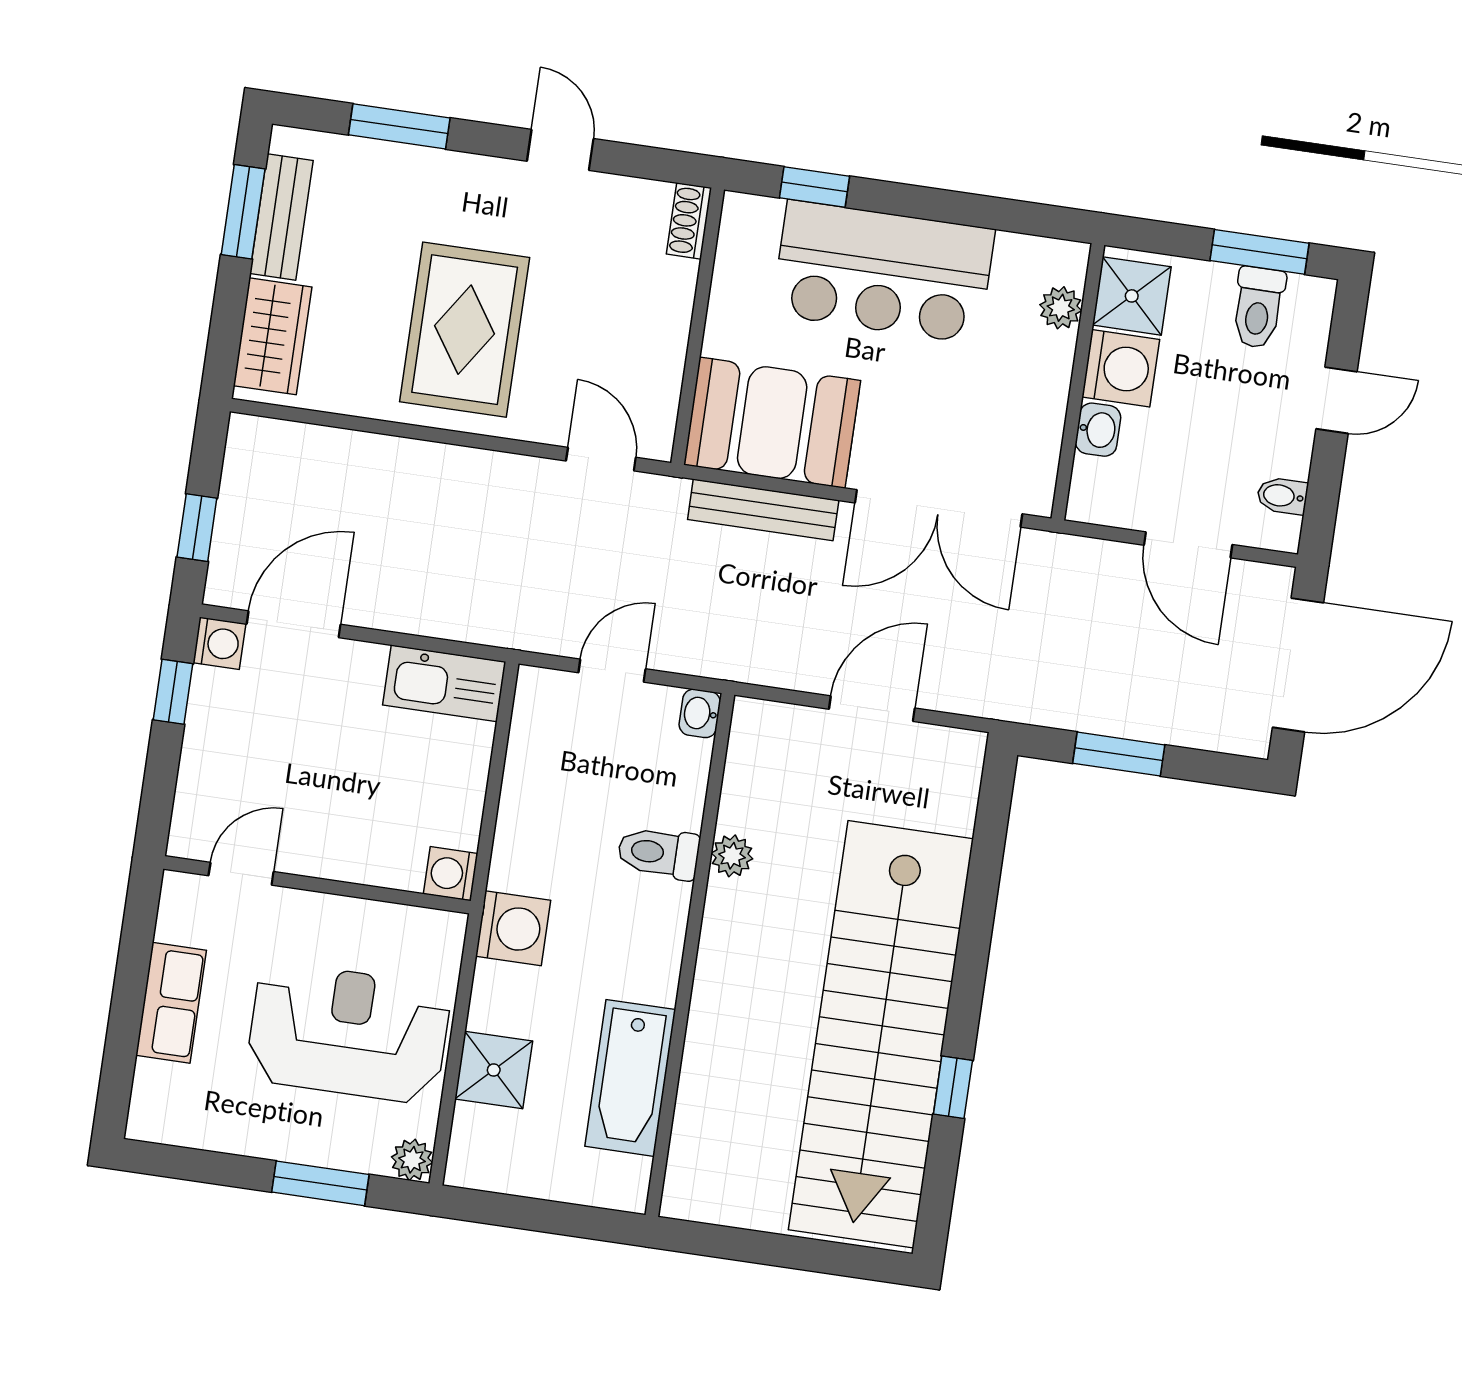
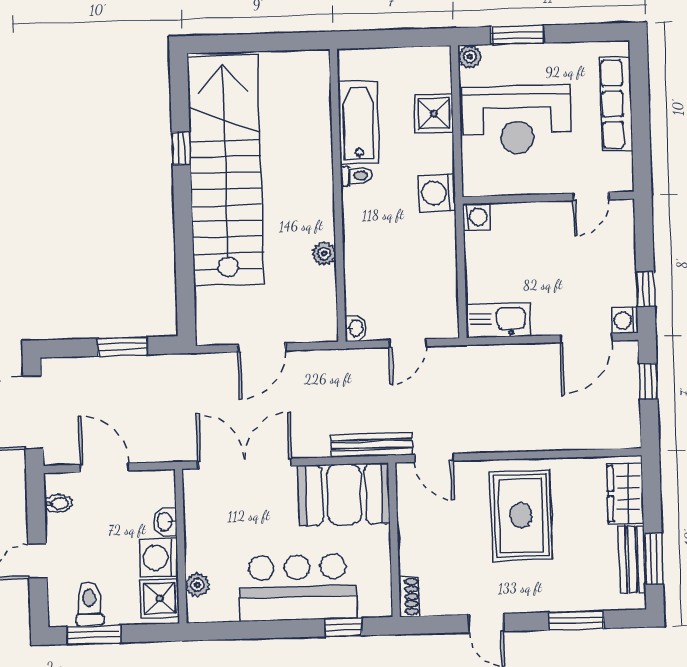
bench: (763, 510) -> (372, 445), moved
toilet: (658, 853) -> (356, 176), moved, width x0.73, depth x0.72
row of seats: (171, 1003) -> (616, 104), width x1.48

